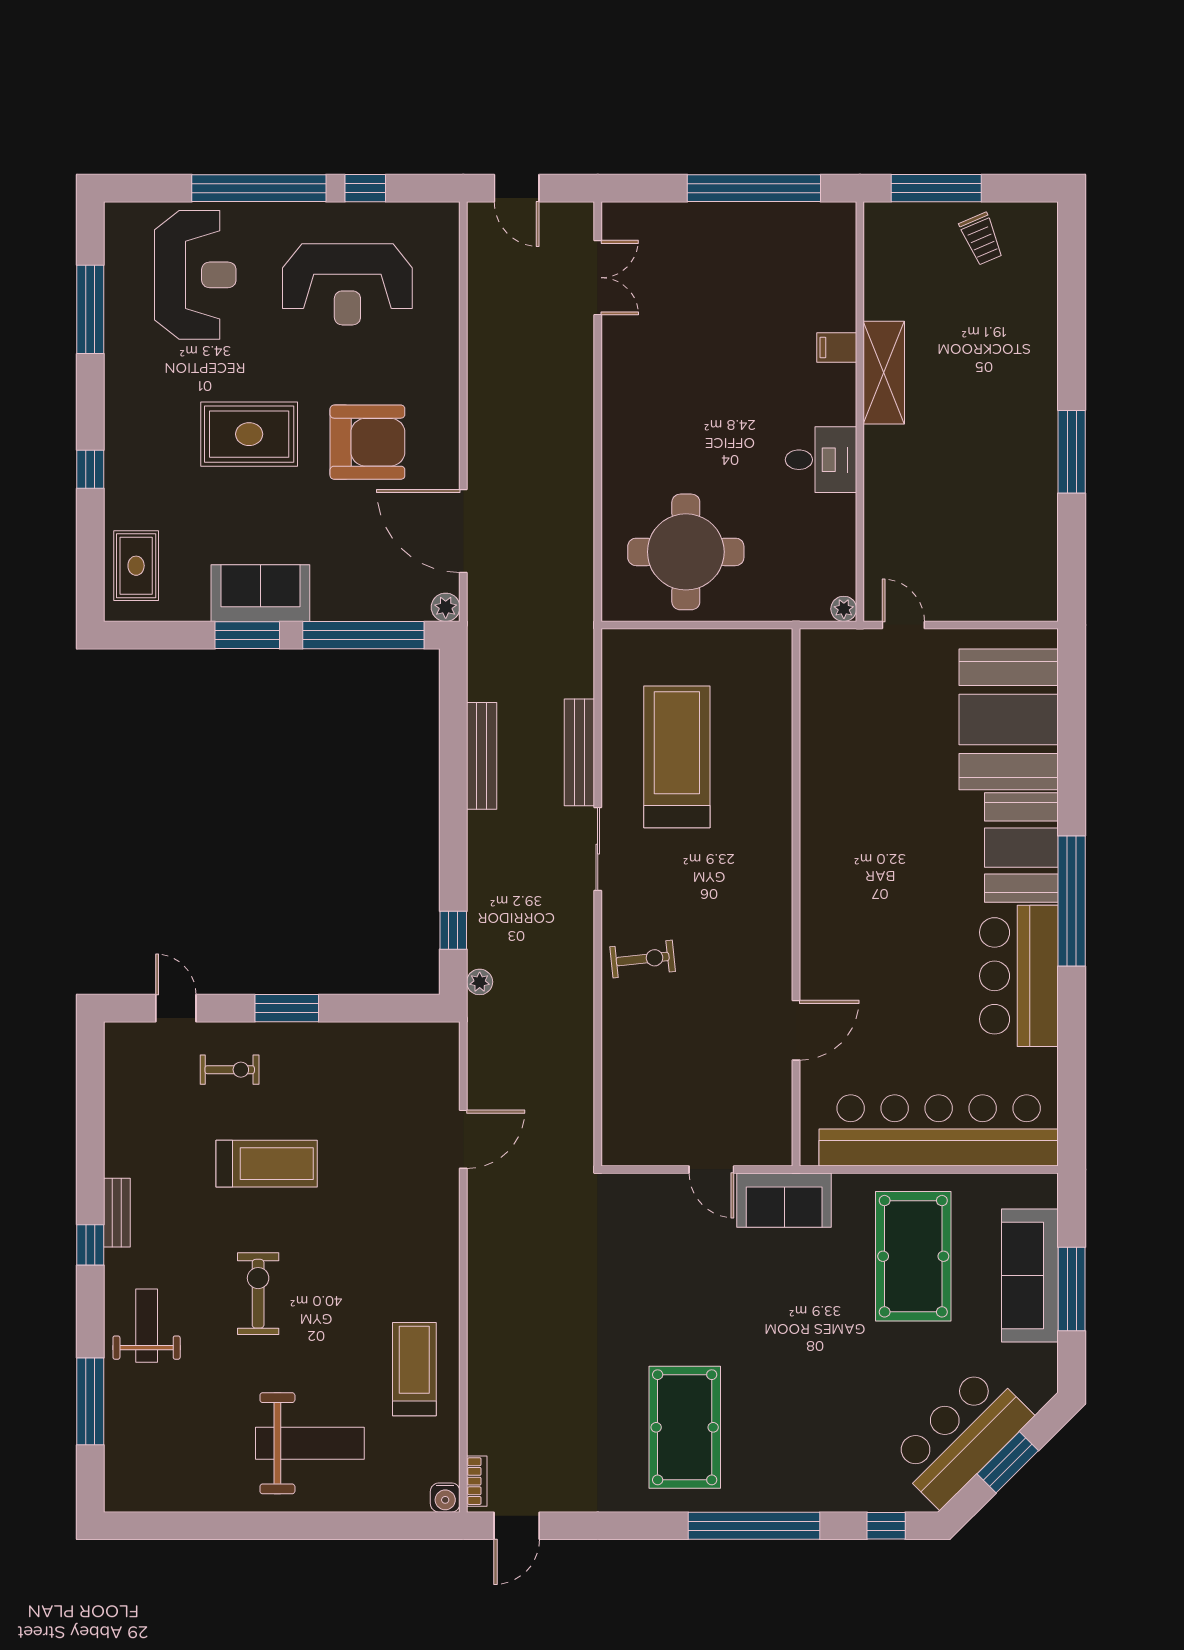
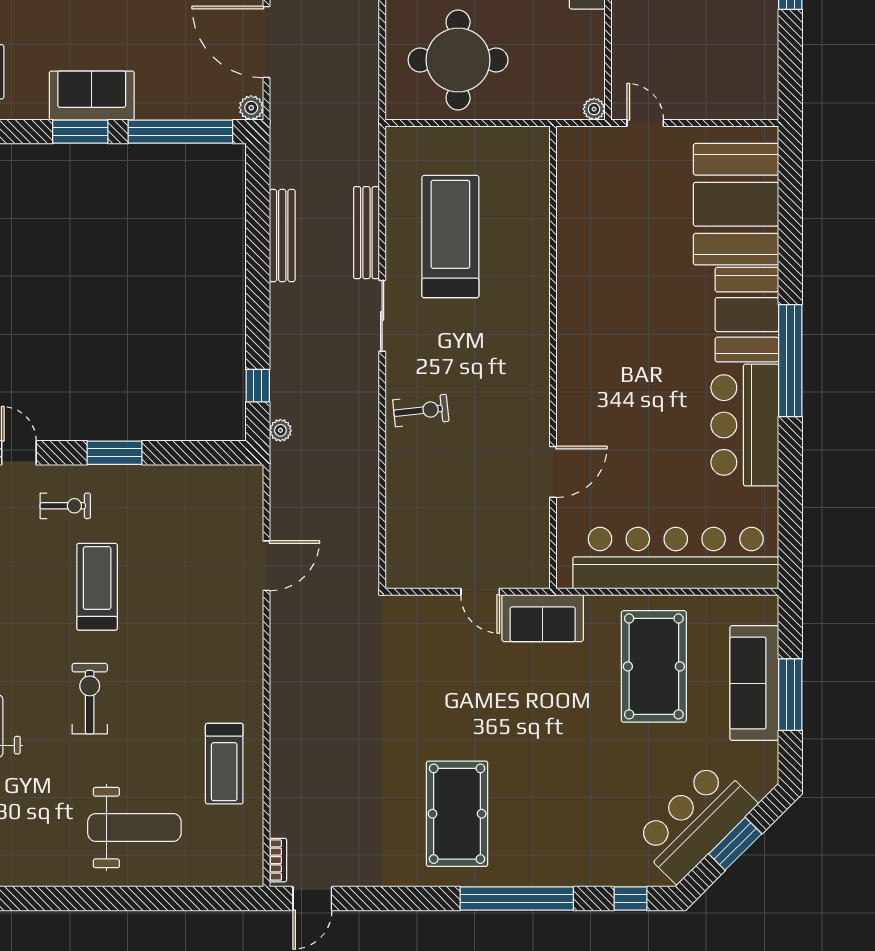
treadmill: (267, 1164) -> (97, 587), turned -90
treadmill: (414, 1369) -> (224, 764), turned 180
water cooler: (445, 1498) -> (251, 874), removed

